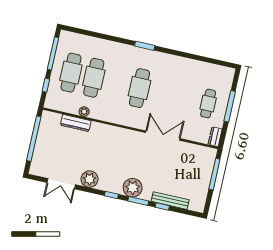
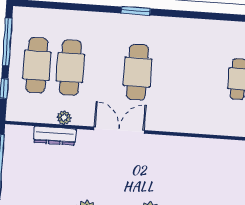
double door: (163, 136) -> (119, 130), moved

